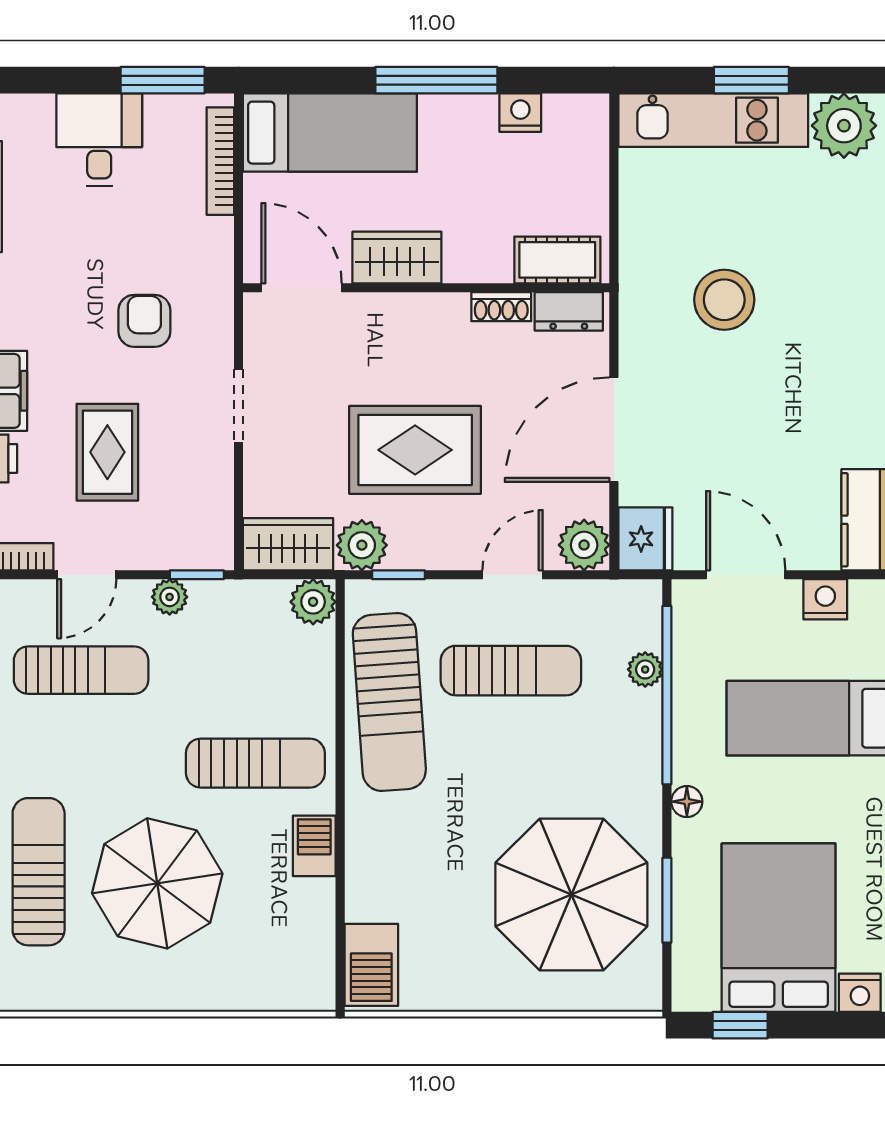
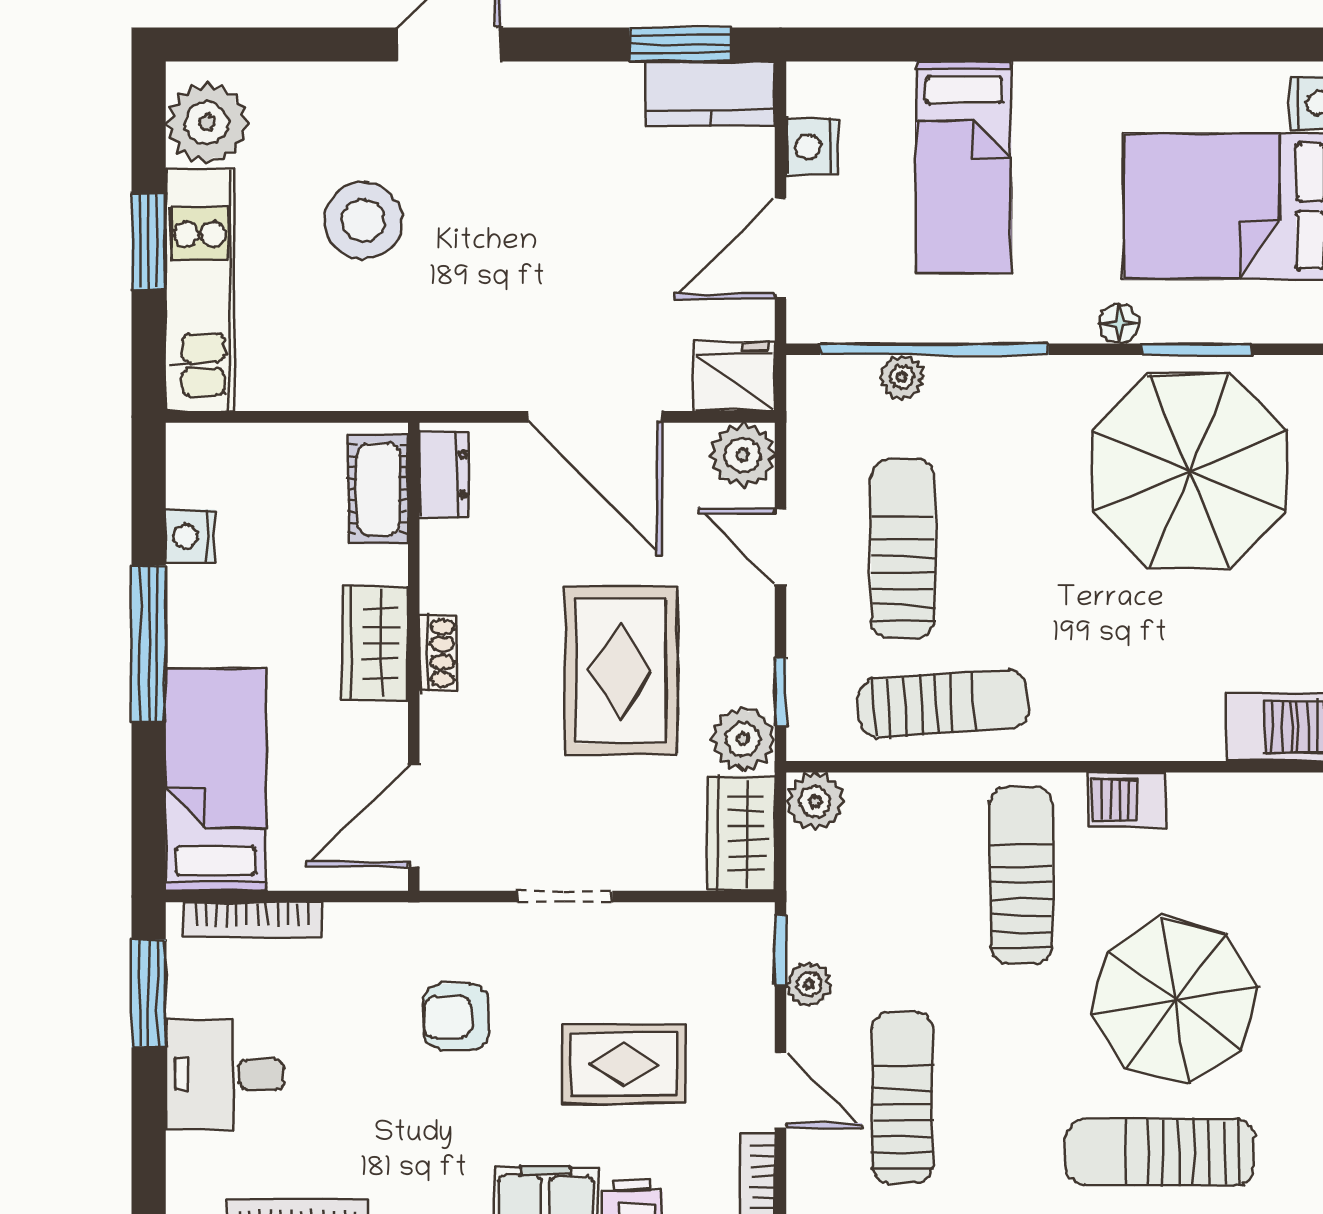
wardrobe: (397, 258) -> (375, 643), moved
stool: (724, 300) -> (363, 221), moved
shoe rack: (501, 307) -> (438, 653), moved
sun lounger: (389, 702) -> (943, 704), width x0.73, depth x0.75
floor lamp: (687, 802) -> (1119, 324), moved

